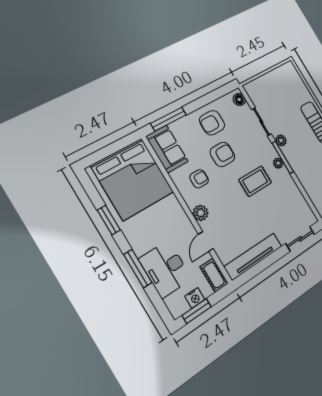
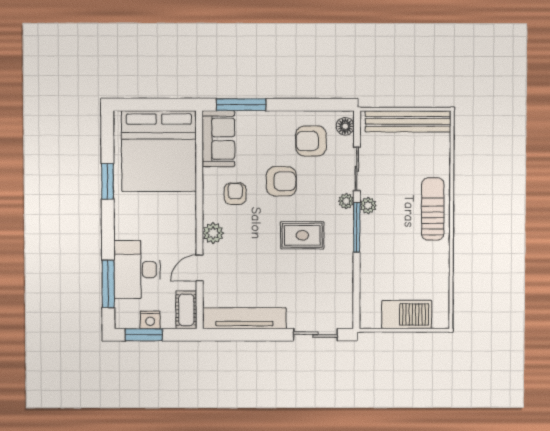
bench: (272, 78) -> (408, 121), added
armchair: (212, 123) -> (311, 141), moved
plant: (278, 163) -> (346, 201), moved
armchair: (199, 179) -> (235, 194), turned -90
window: (138, 269) -> (108, 284), moved

